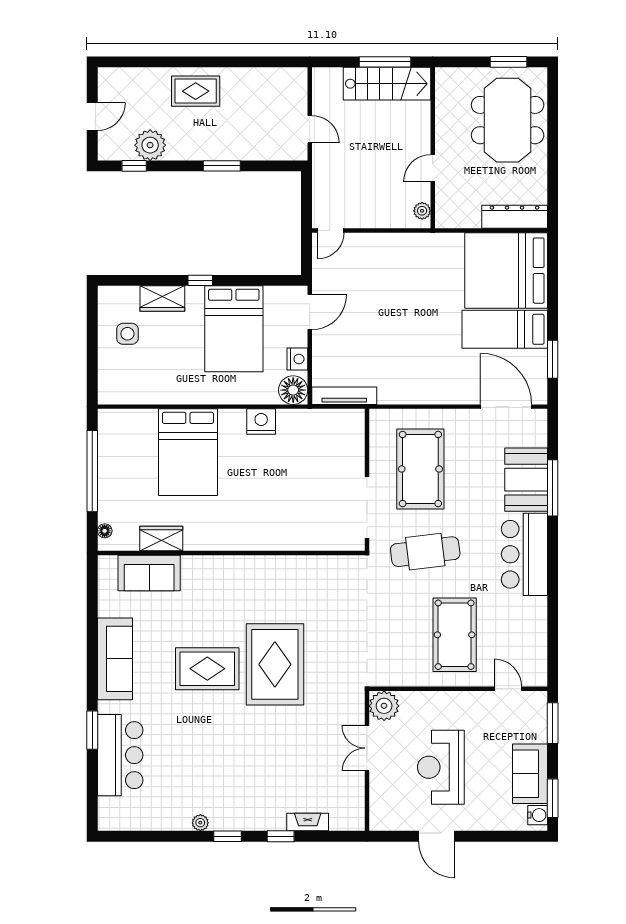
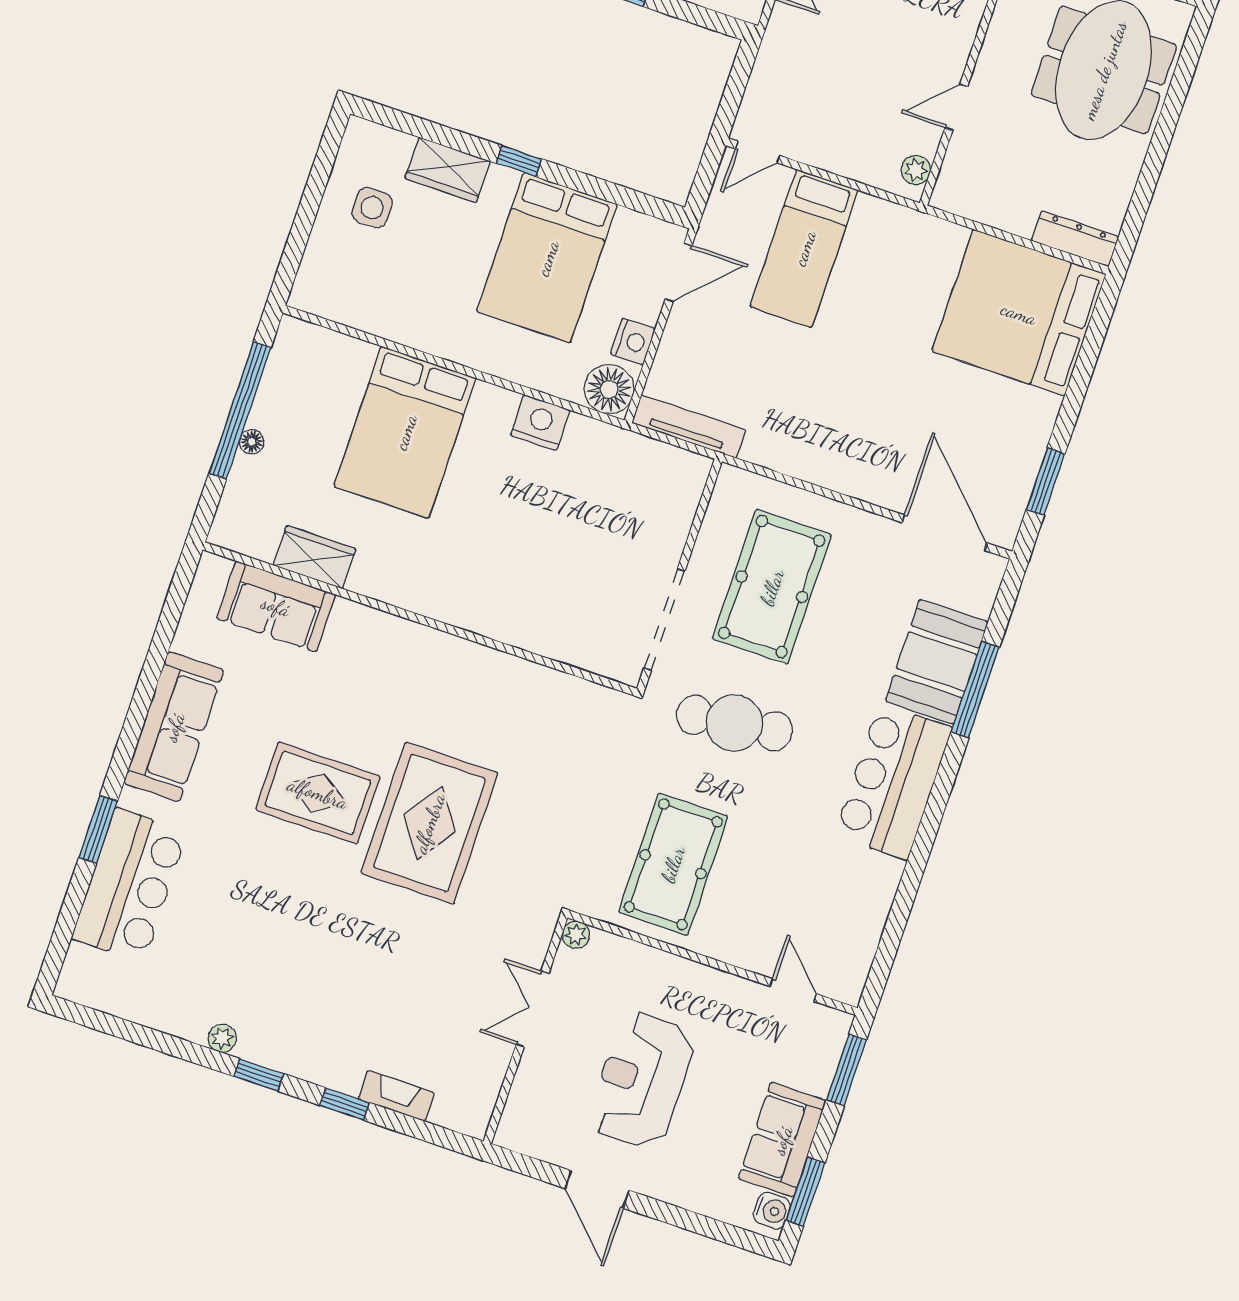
dresser: (515, 217) -> (1075, 239), width x0.73, depth x0.80
bed: (505, 329) -> (804, 248), moved, turned -90
floor lamp: (105, 531) -> (252, 442), moved
pool table: (455, 635) -> (673, 864), moved
plant: (384, 706) -> (576, 935), width x0.53, depth x0.53

